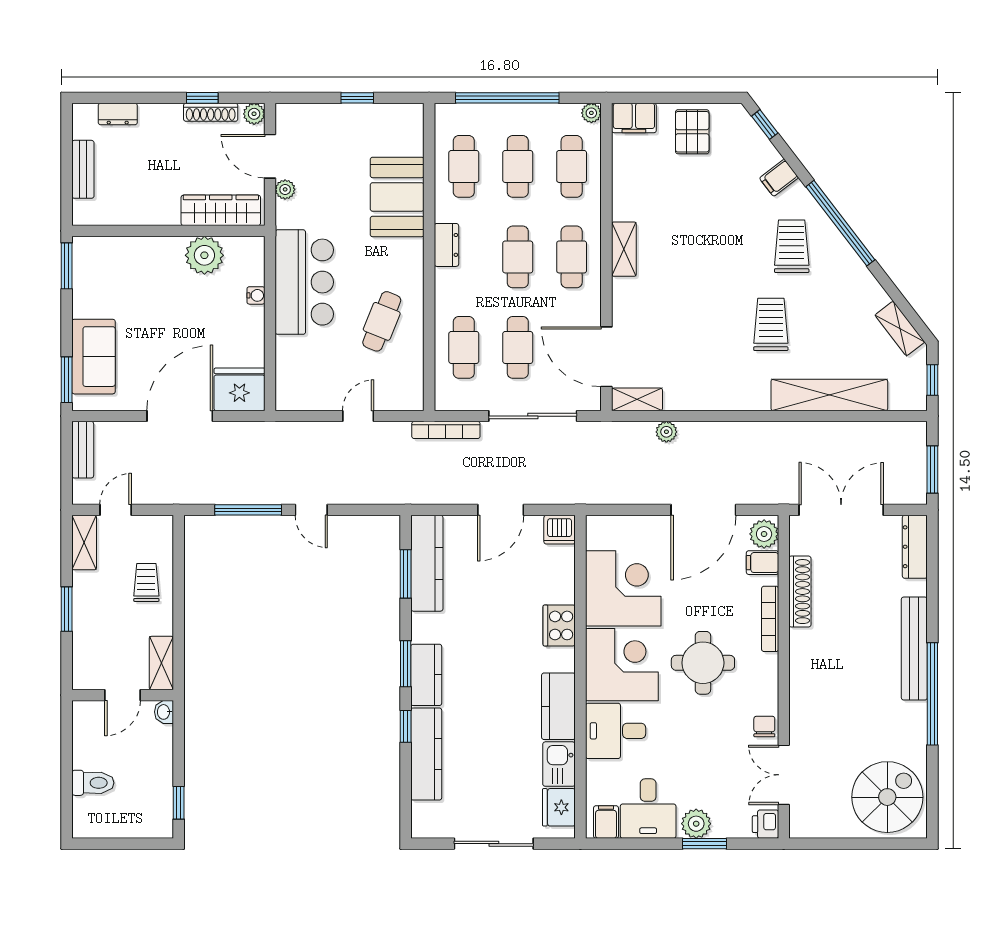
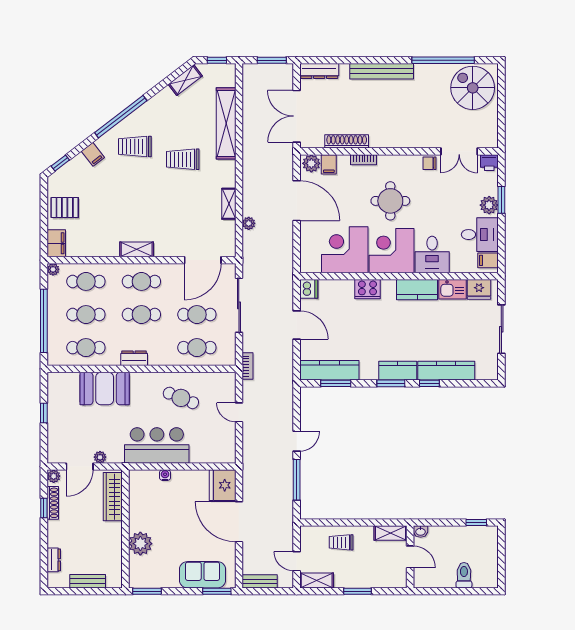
plant: (204, 255) -> (140, 544), moved
shelving: (637, 399) -> (229, 204), moved
bookcase: (446, 430) -> (248, 366), width x0.64
bookcase: (770, 619) -> (363, 160), width x0.64
window: (932, 694) -> (443, 60), moved

